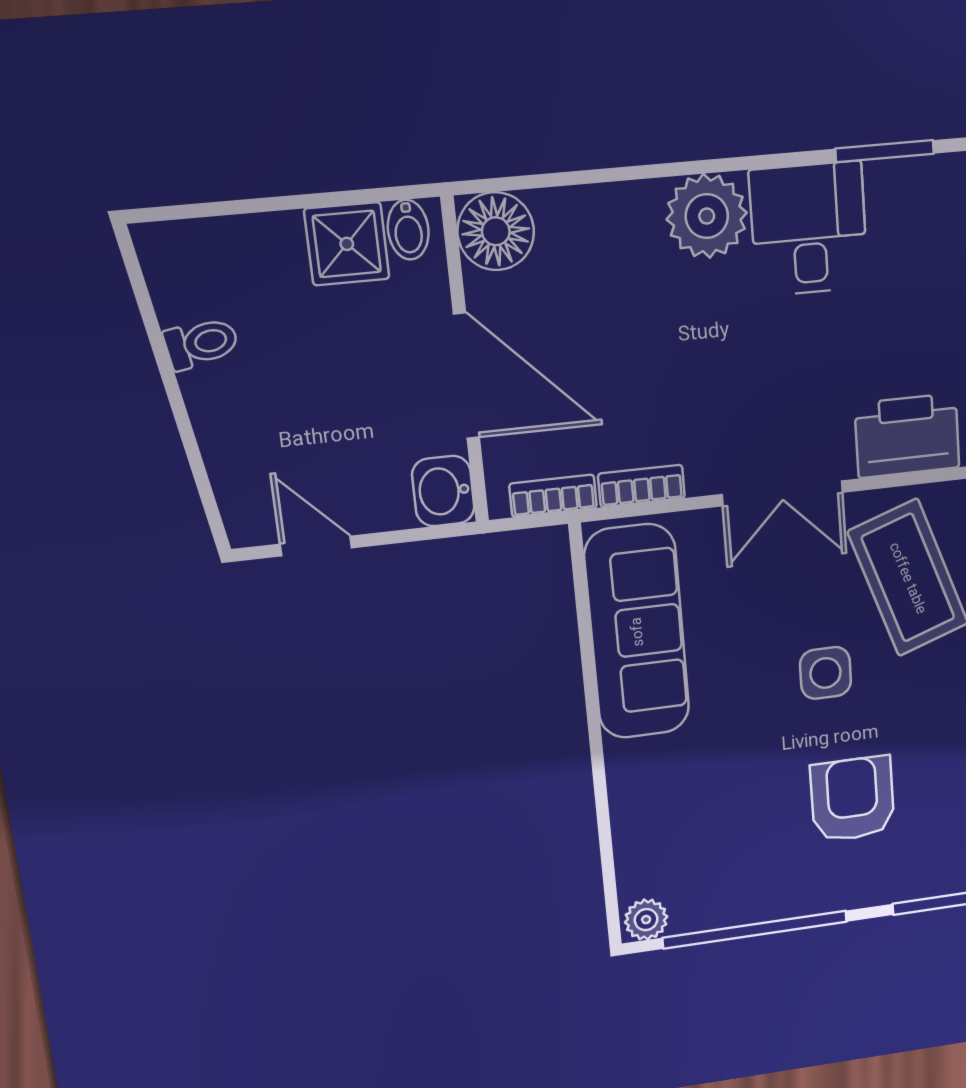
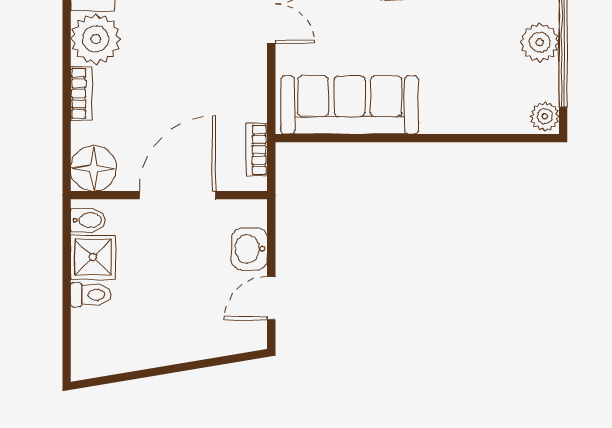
toilet: (201, 343) -> (91, 295), moved, turned 99
bookcase: (641, 486) -> (81, 93), moved, turned 180
washbasin: (443, 491) -> (249, 249), moved, turned 90
plant: (754, 897) -> (540, 42), added

